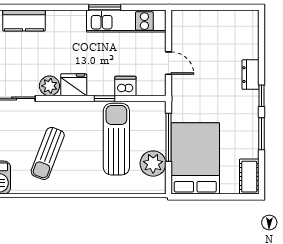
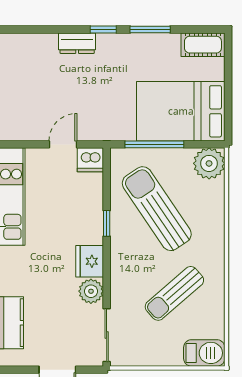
dishwasher: (125, 86) -> (90, 160), moved, turned -90
sun lounger: (116, 139) -> (157, 209), turned 56
sun lounger: (48, 153) -> (174, 293), turned 118
plant: (153, 164) -> (209, 163), moved

